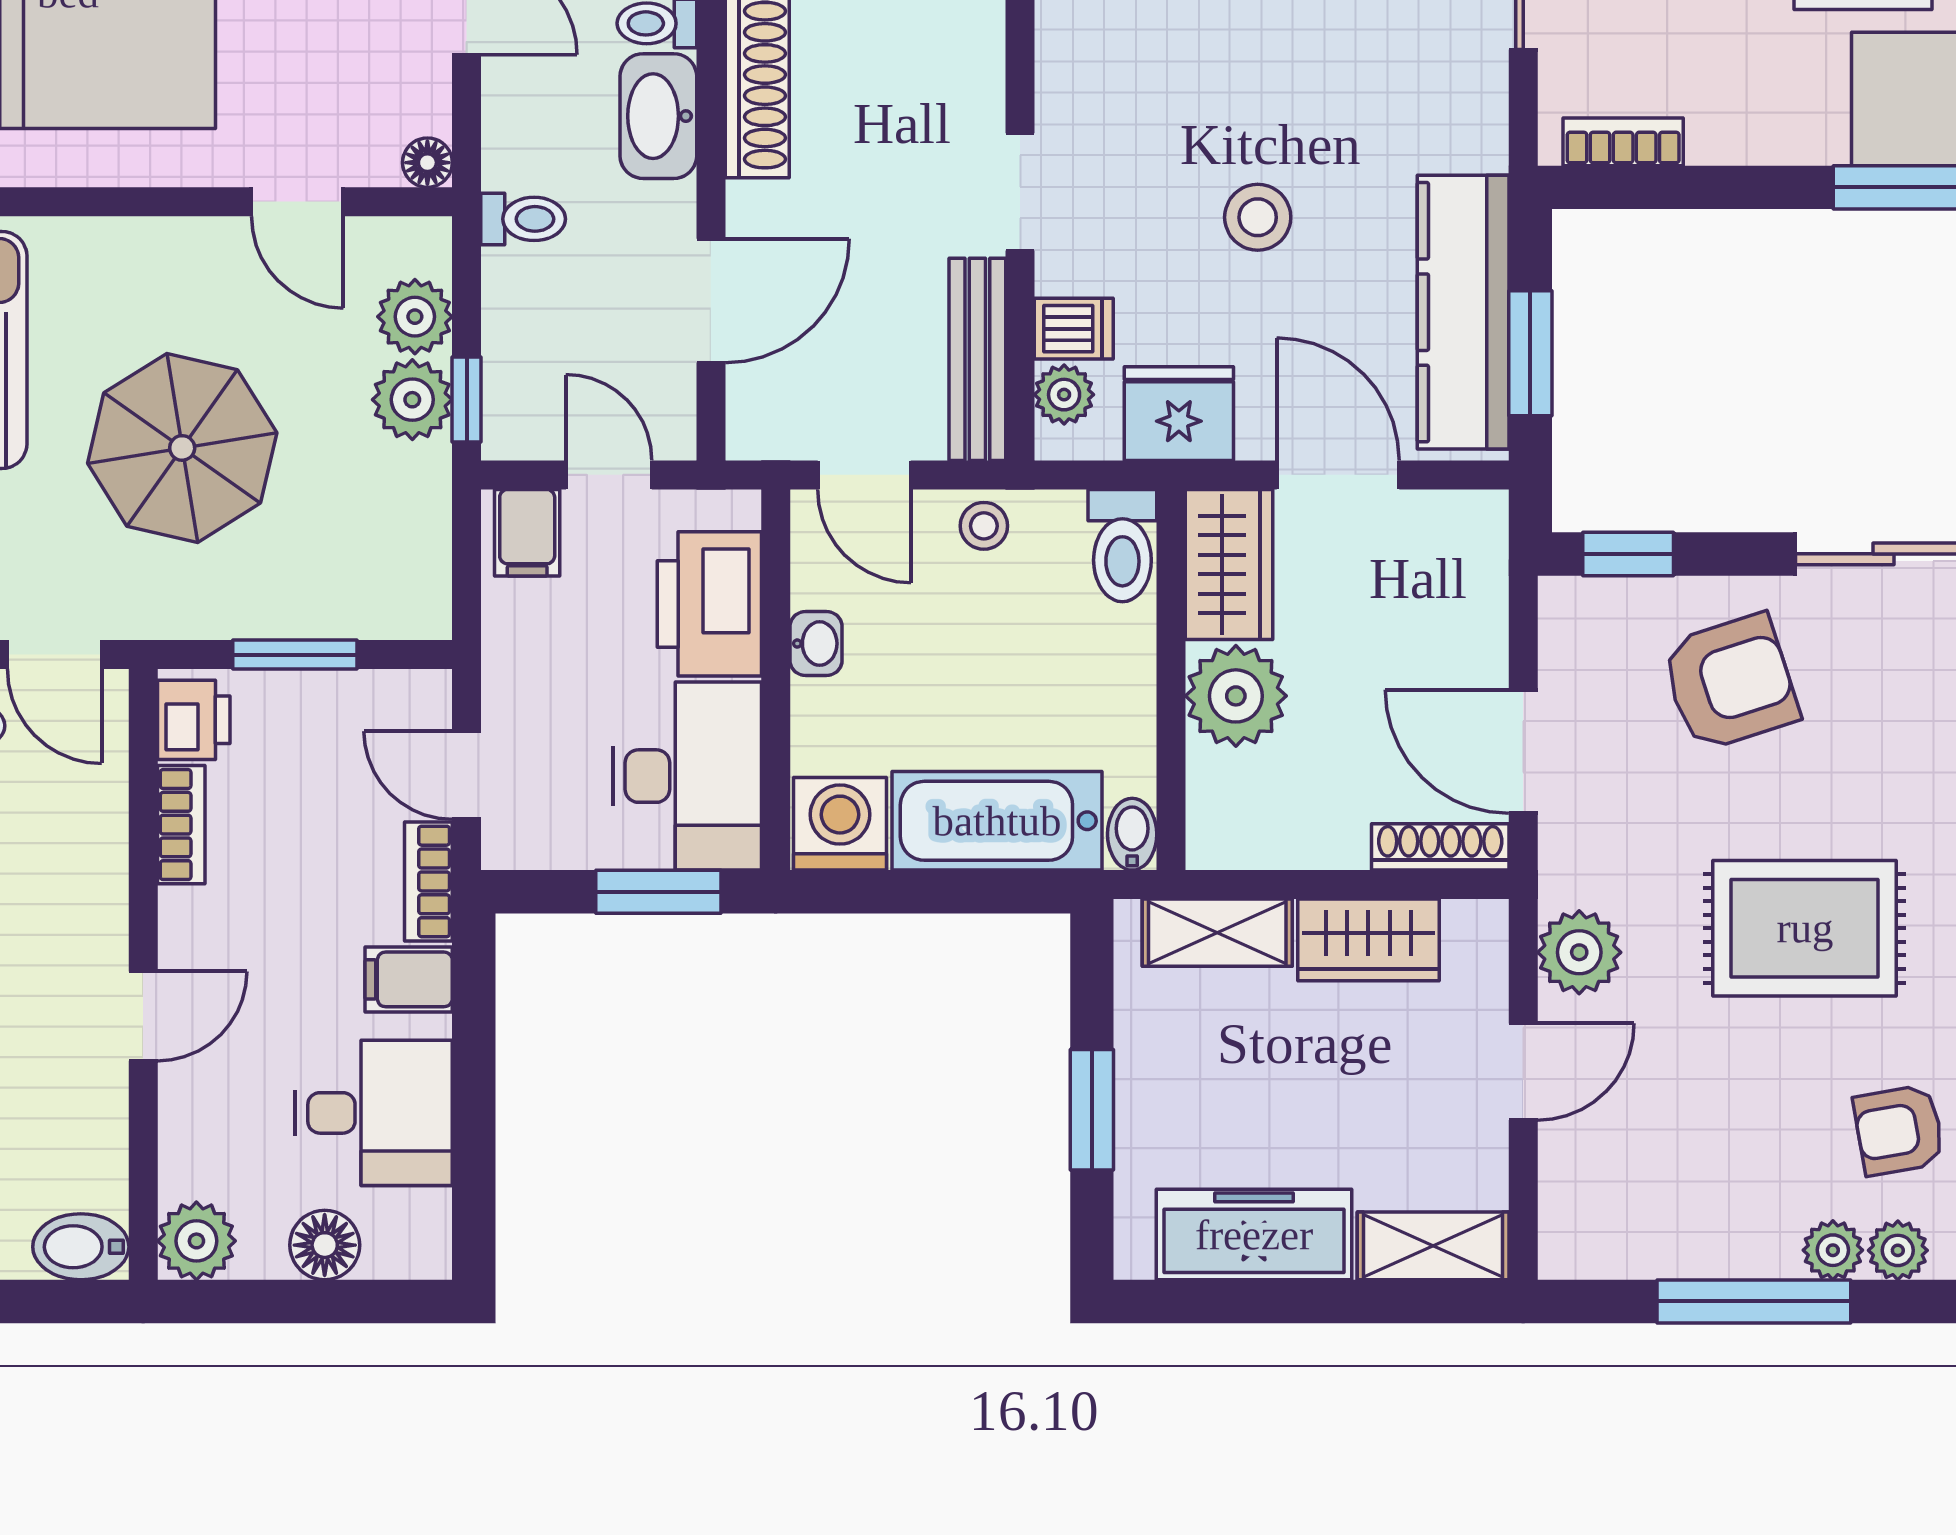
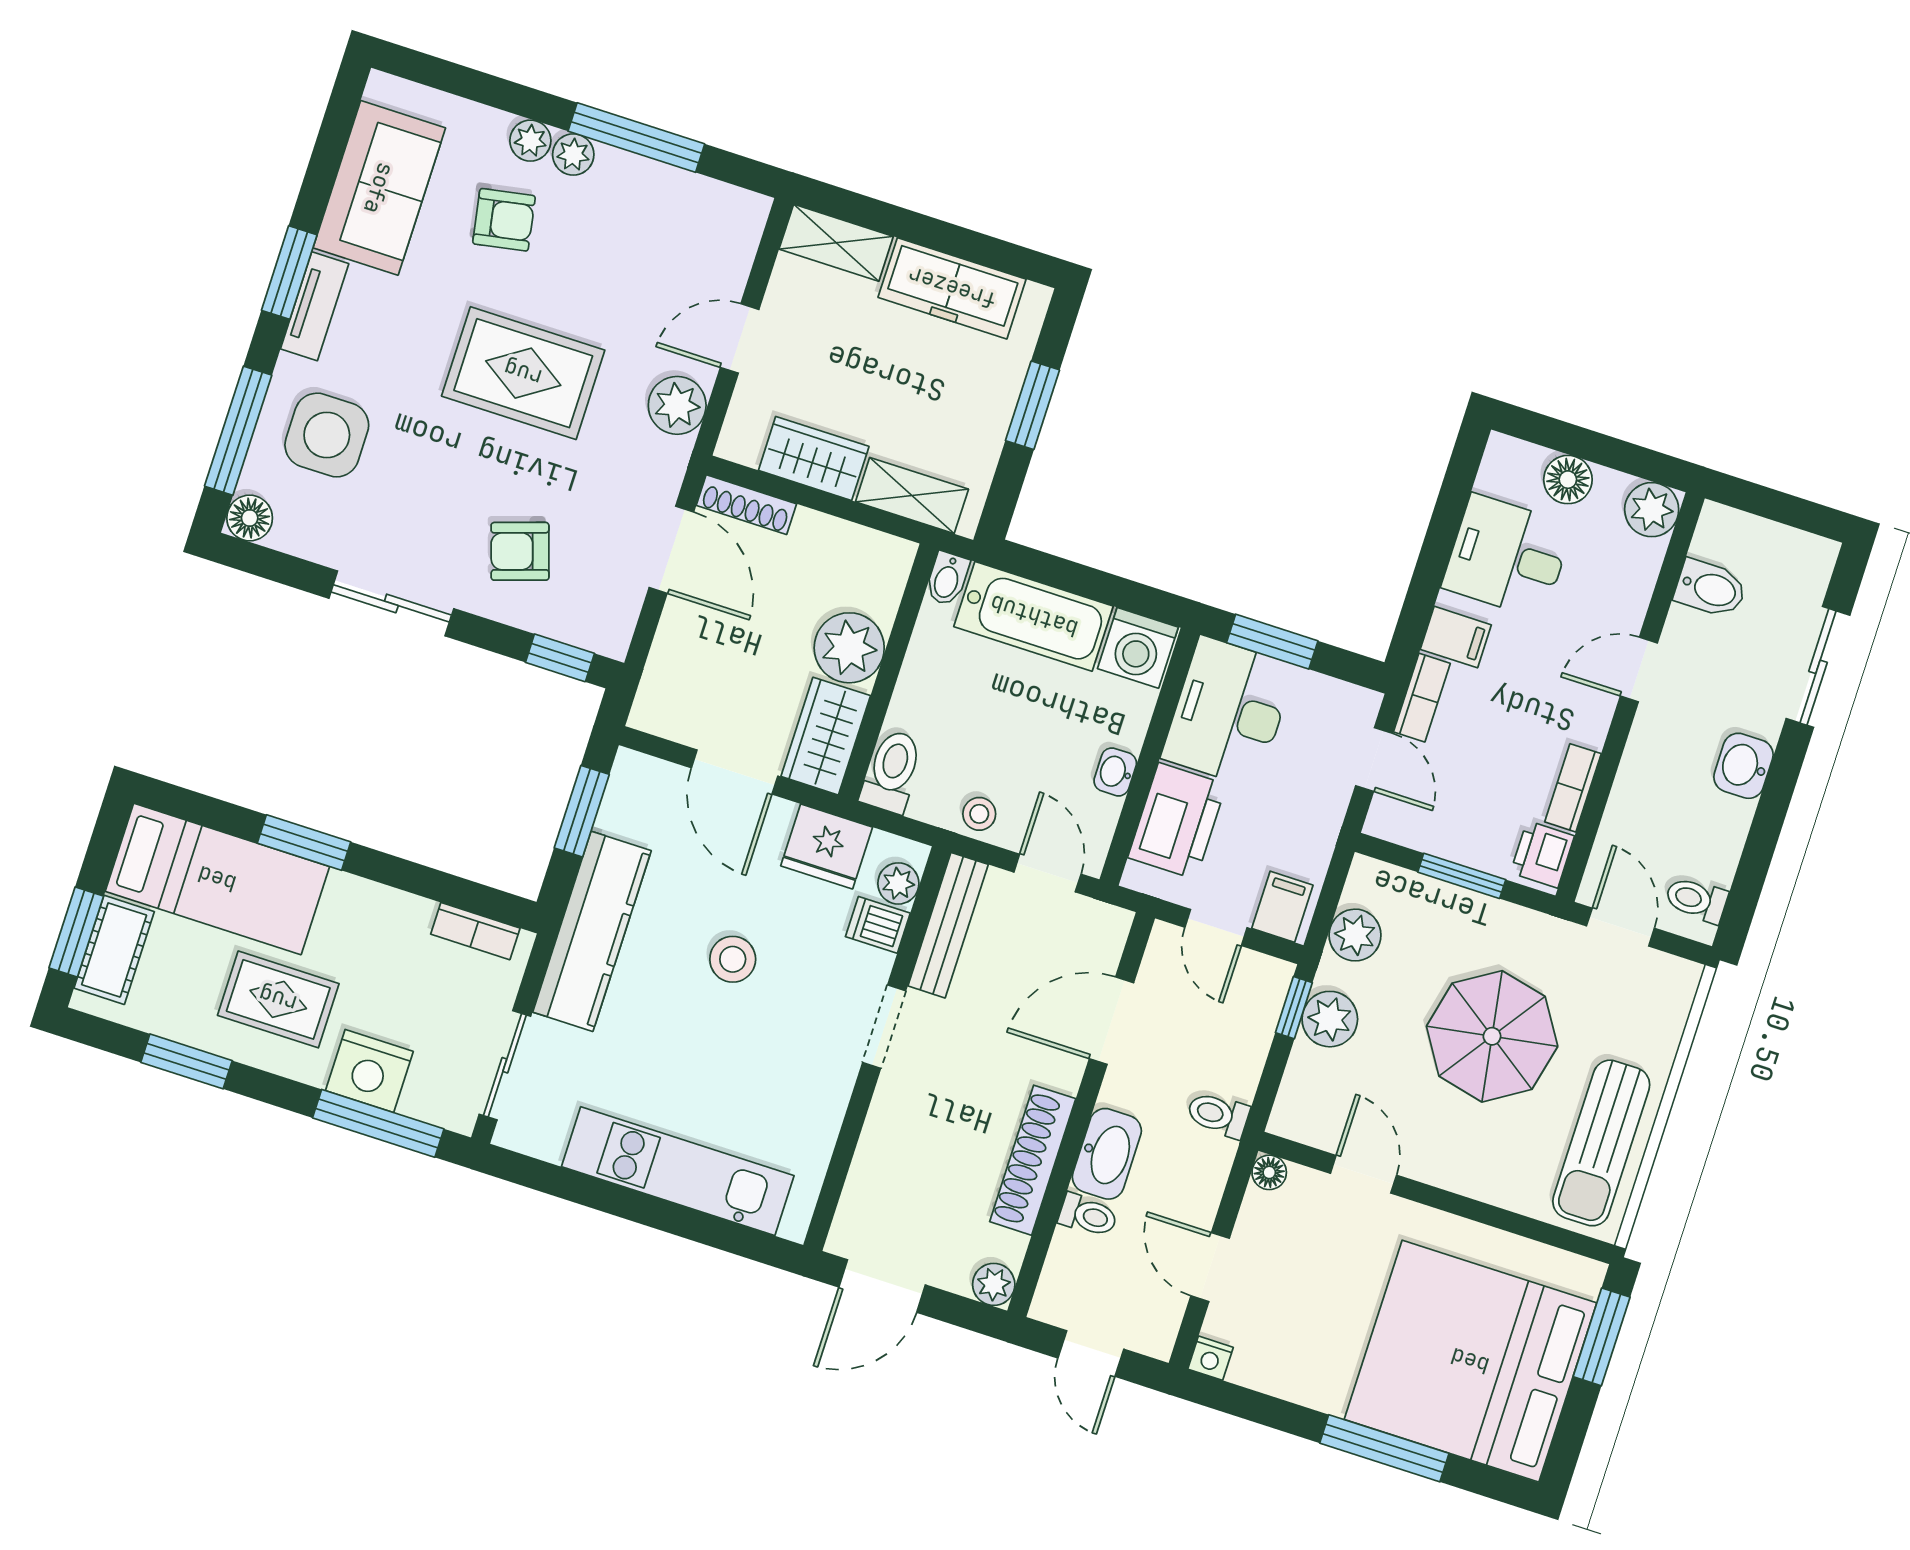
kitchen counter: (1463, 312) -> (592, 931), moved
plant: (415, 317) -> (1355, 935), moved
armchair: (1730, 682) -> (520, 551), width x0.72, depth x0.72
bidet: (81, 1247) -> (1711, 589), moved

